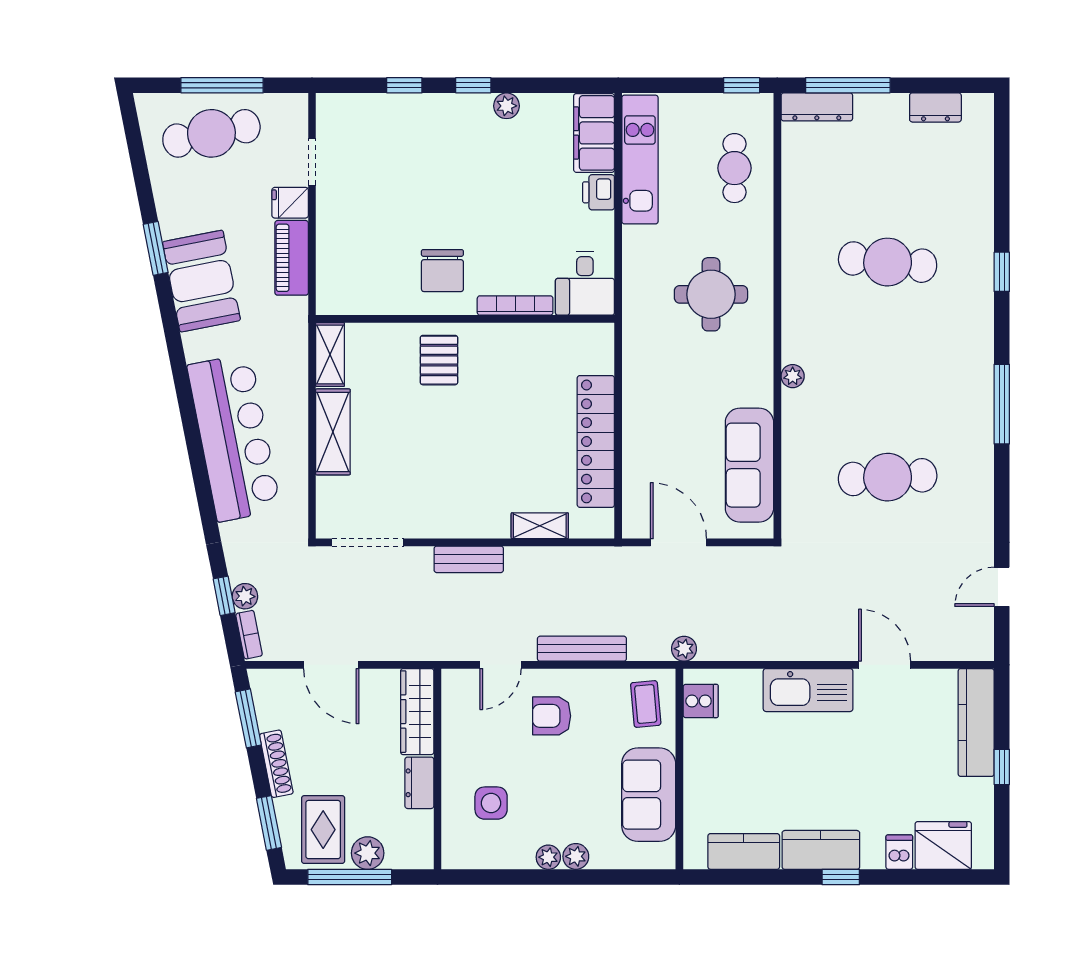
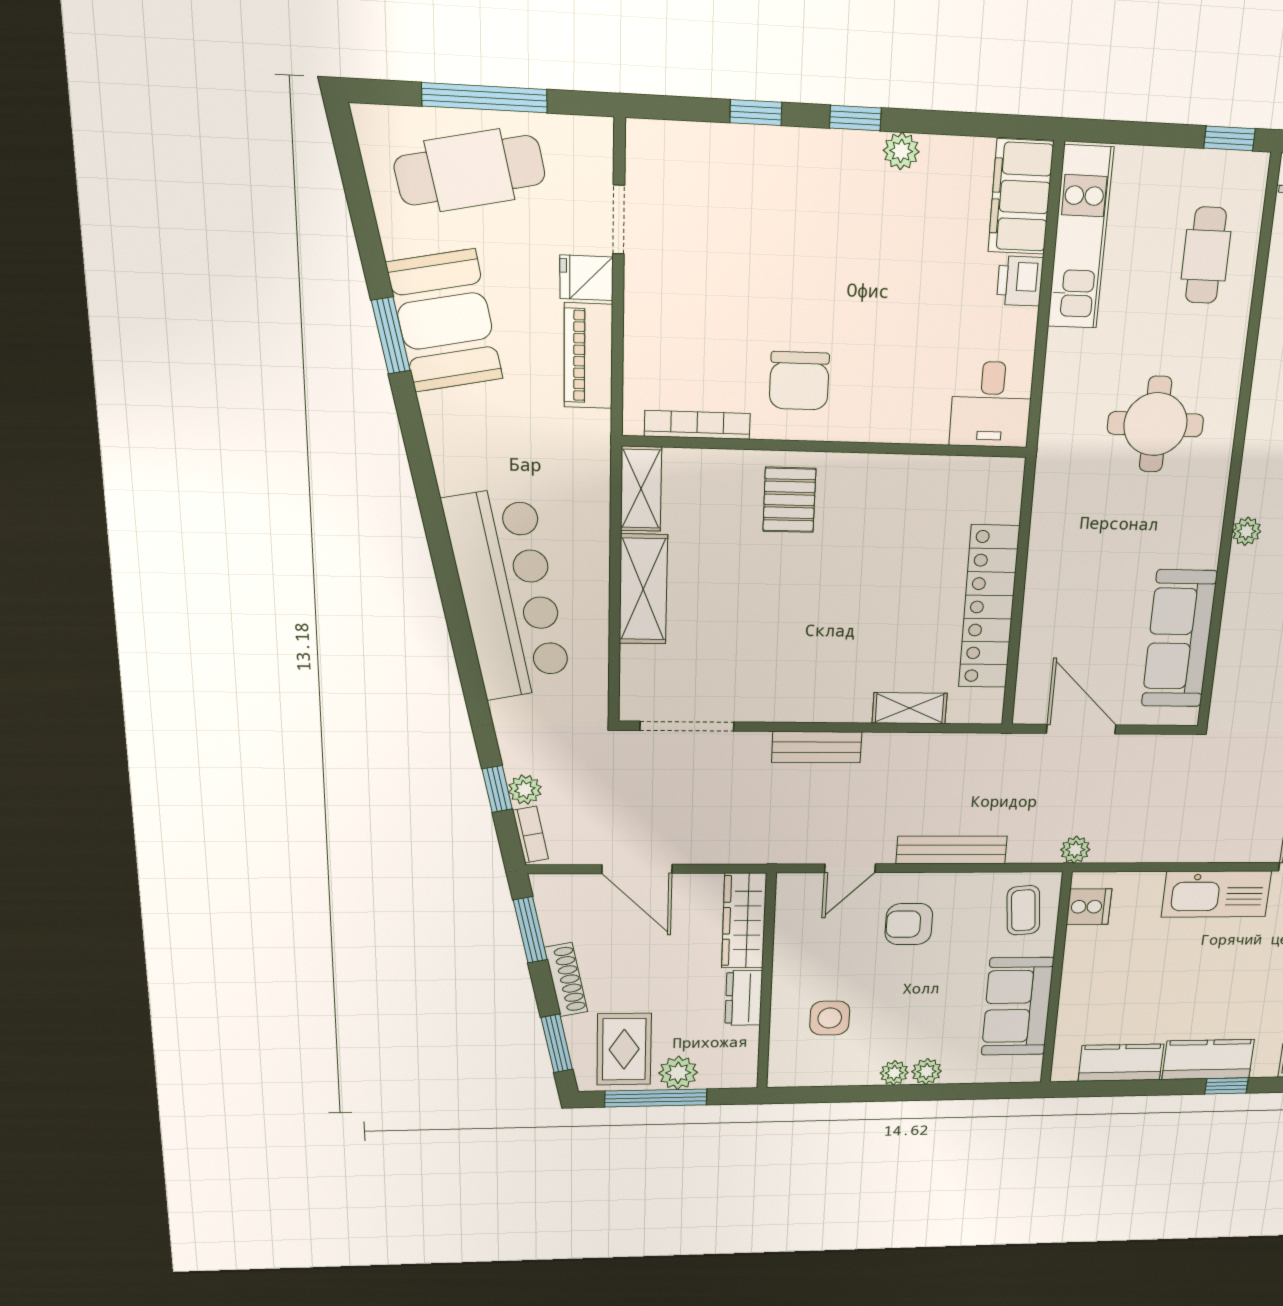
booth: (201, 281) -> (445, 321), moved
bookcase: (515, 305) -> (697, 425), moved

